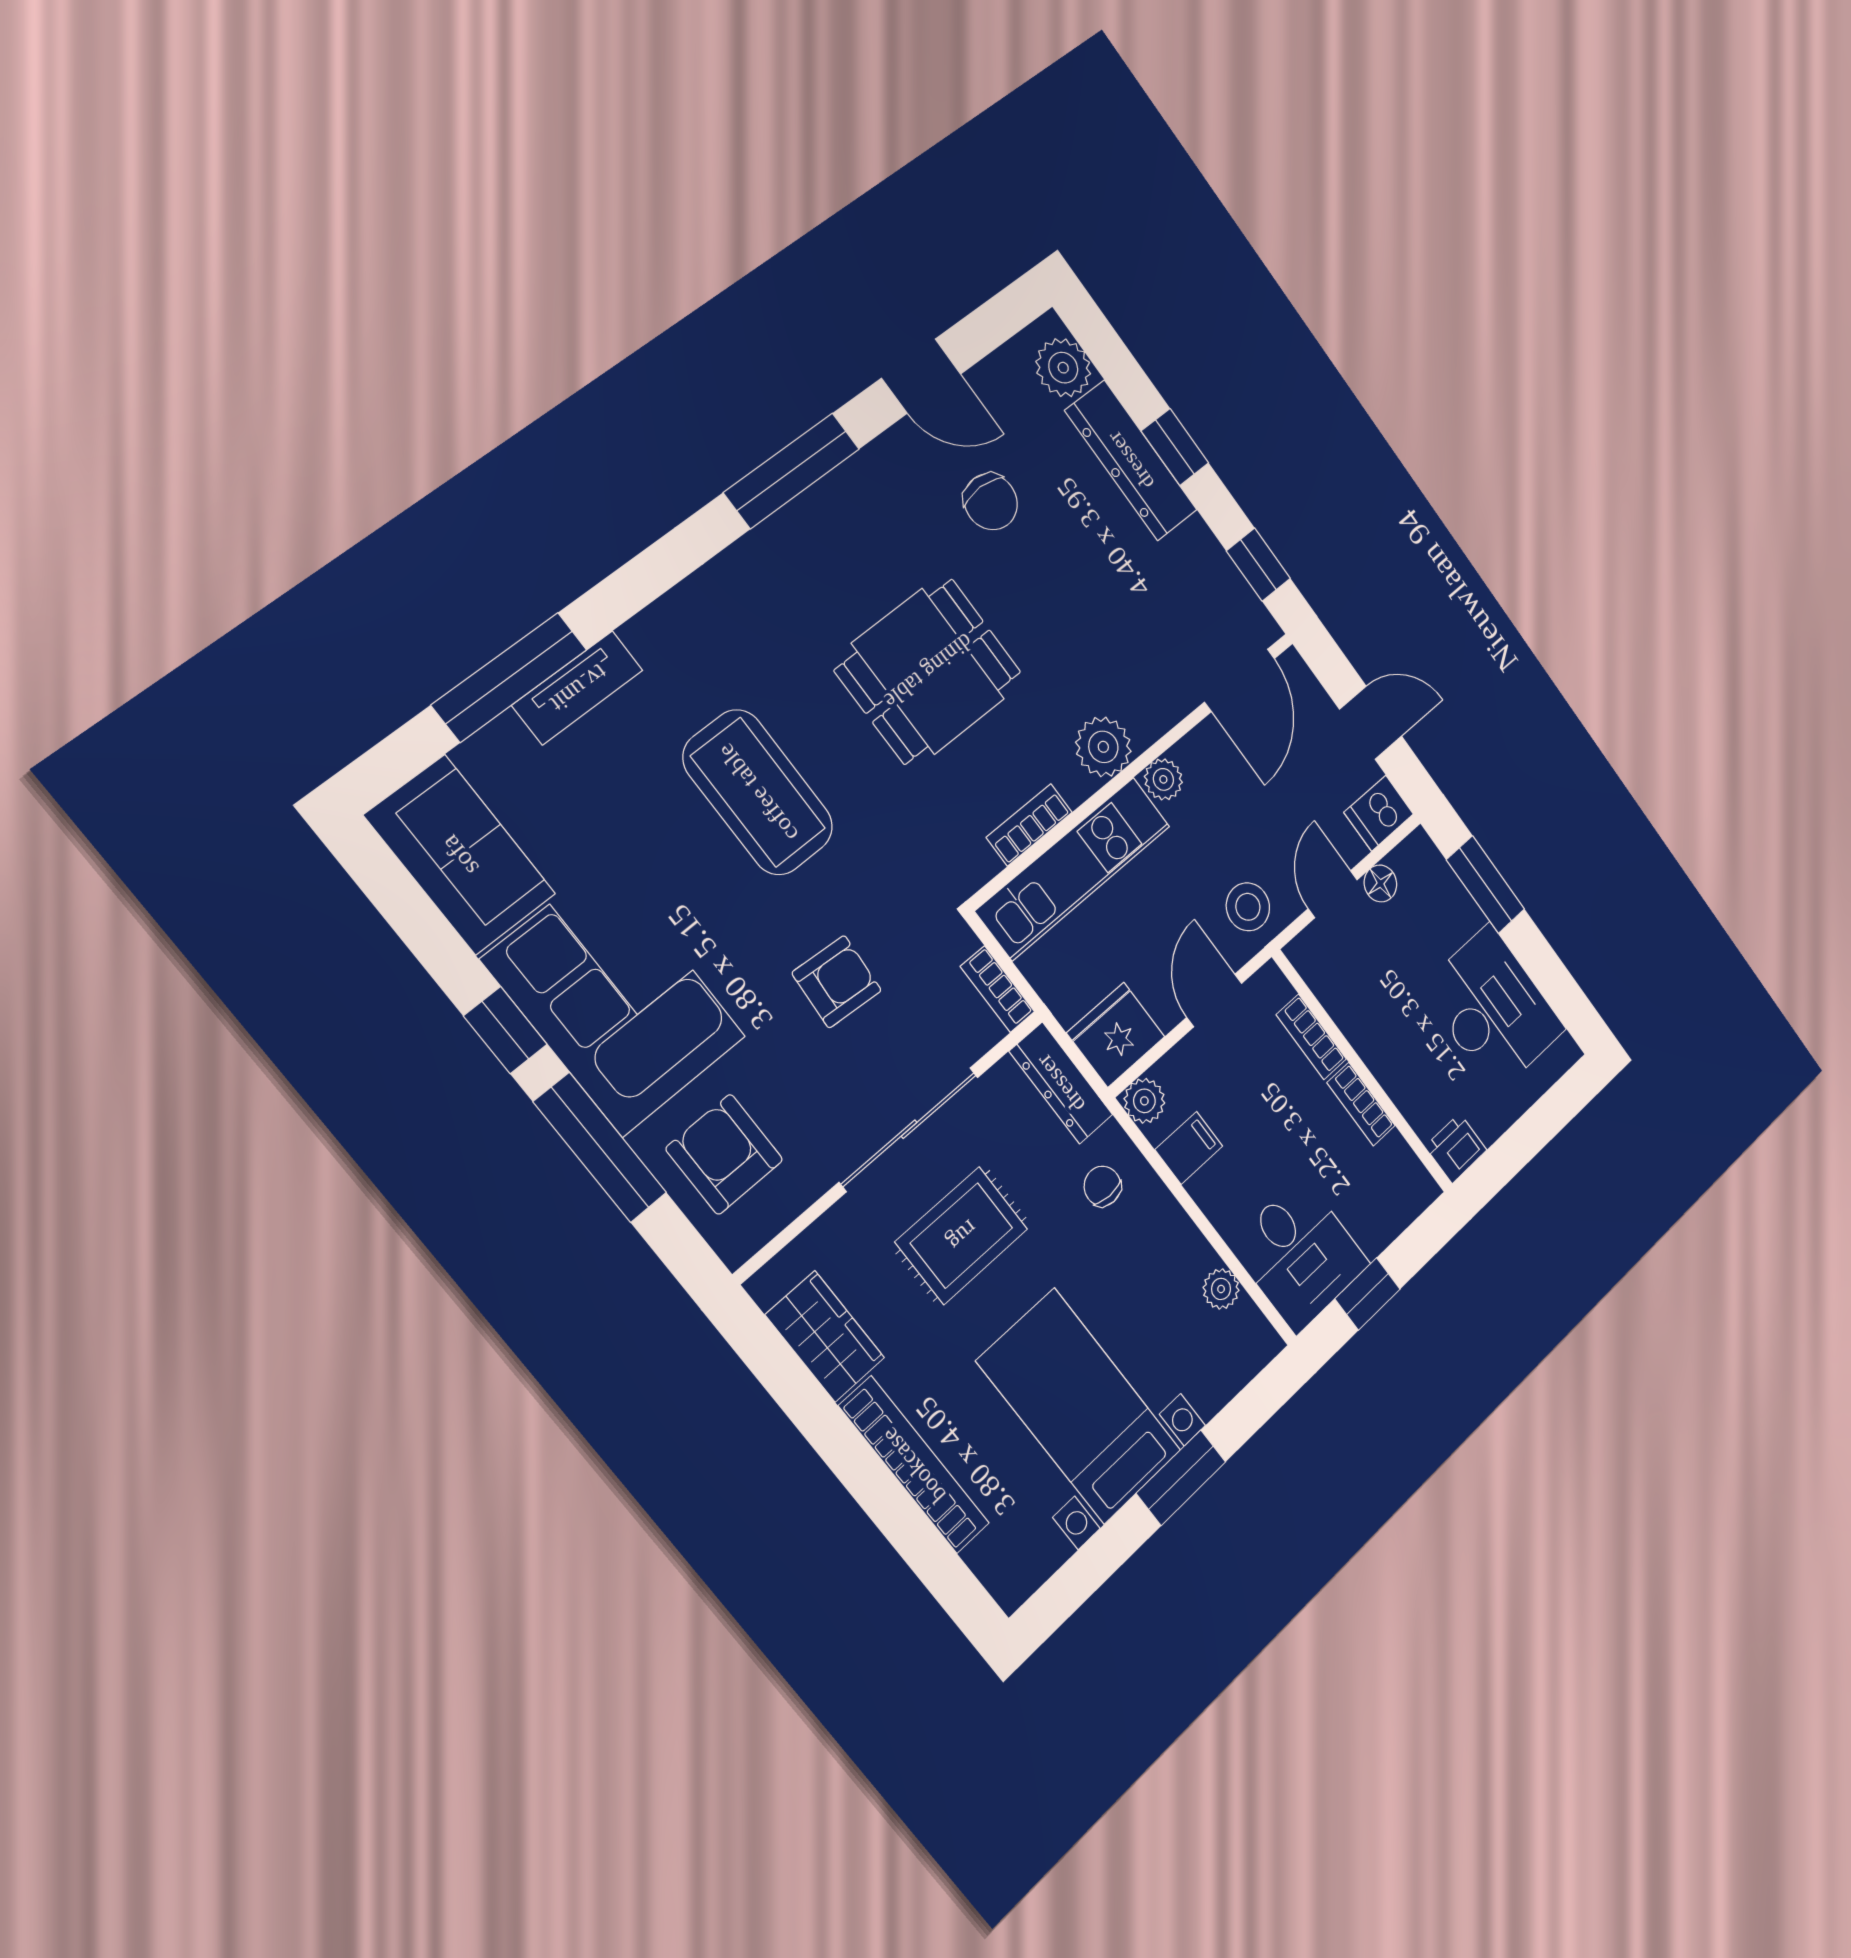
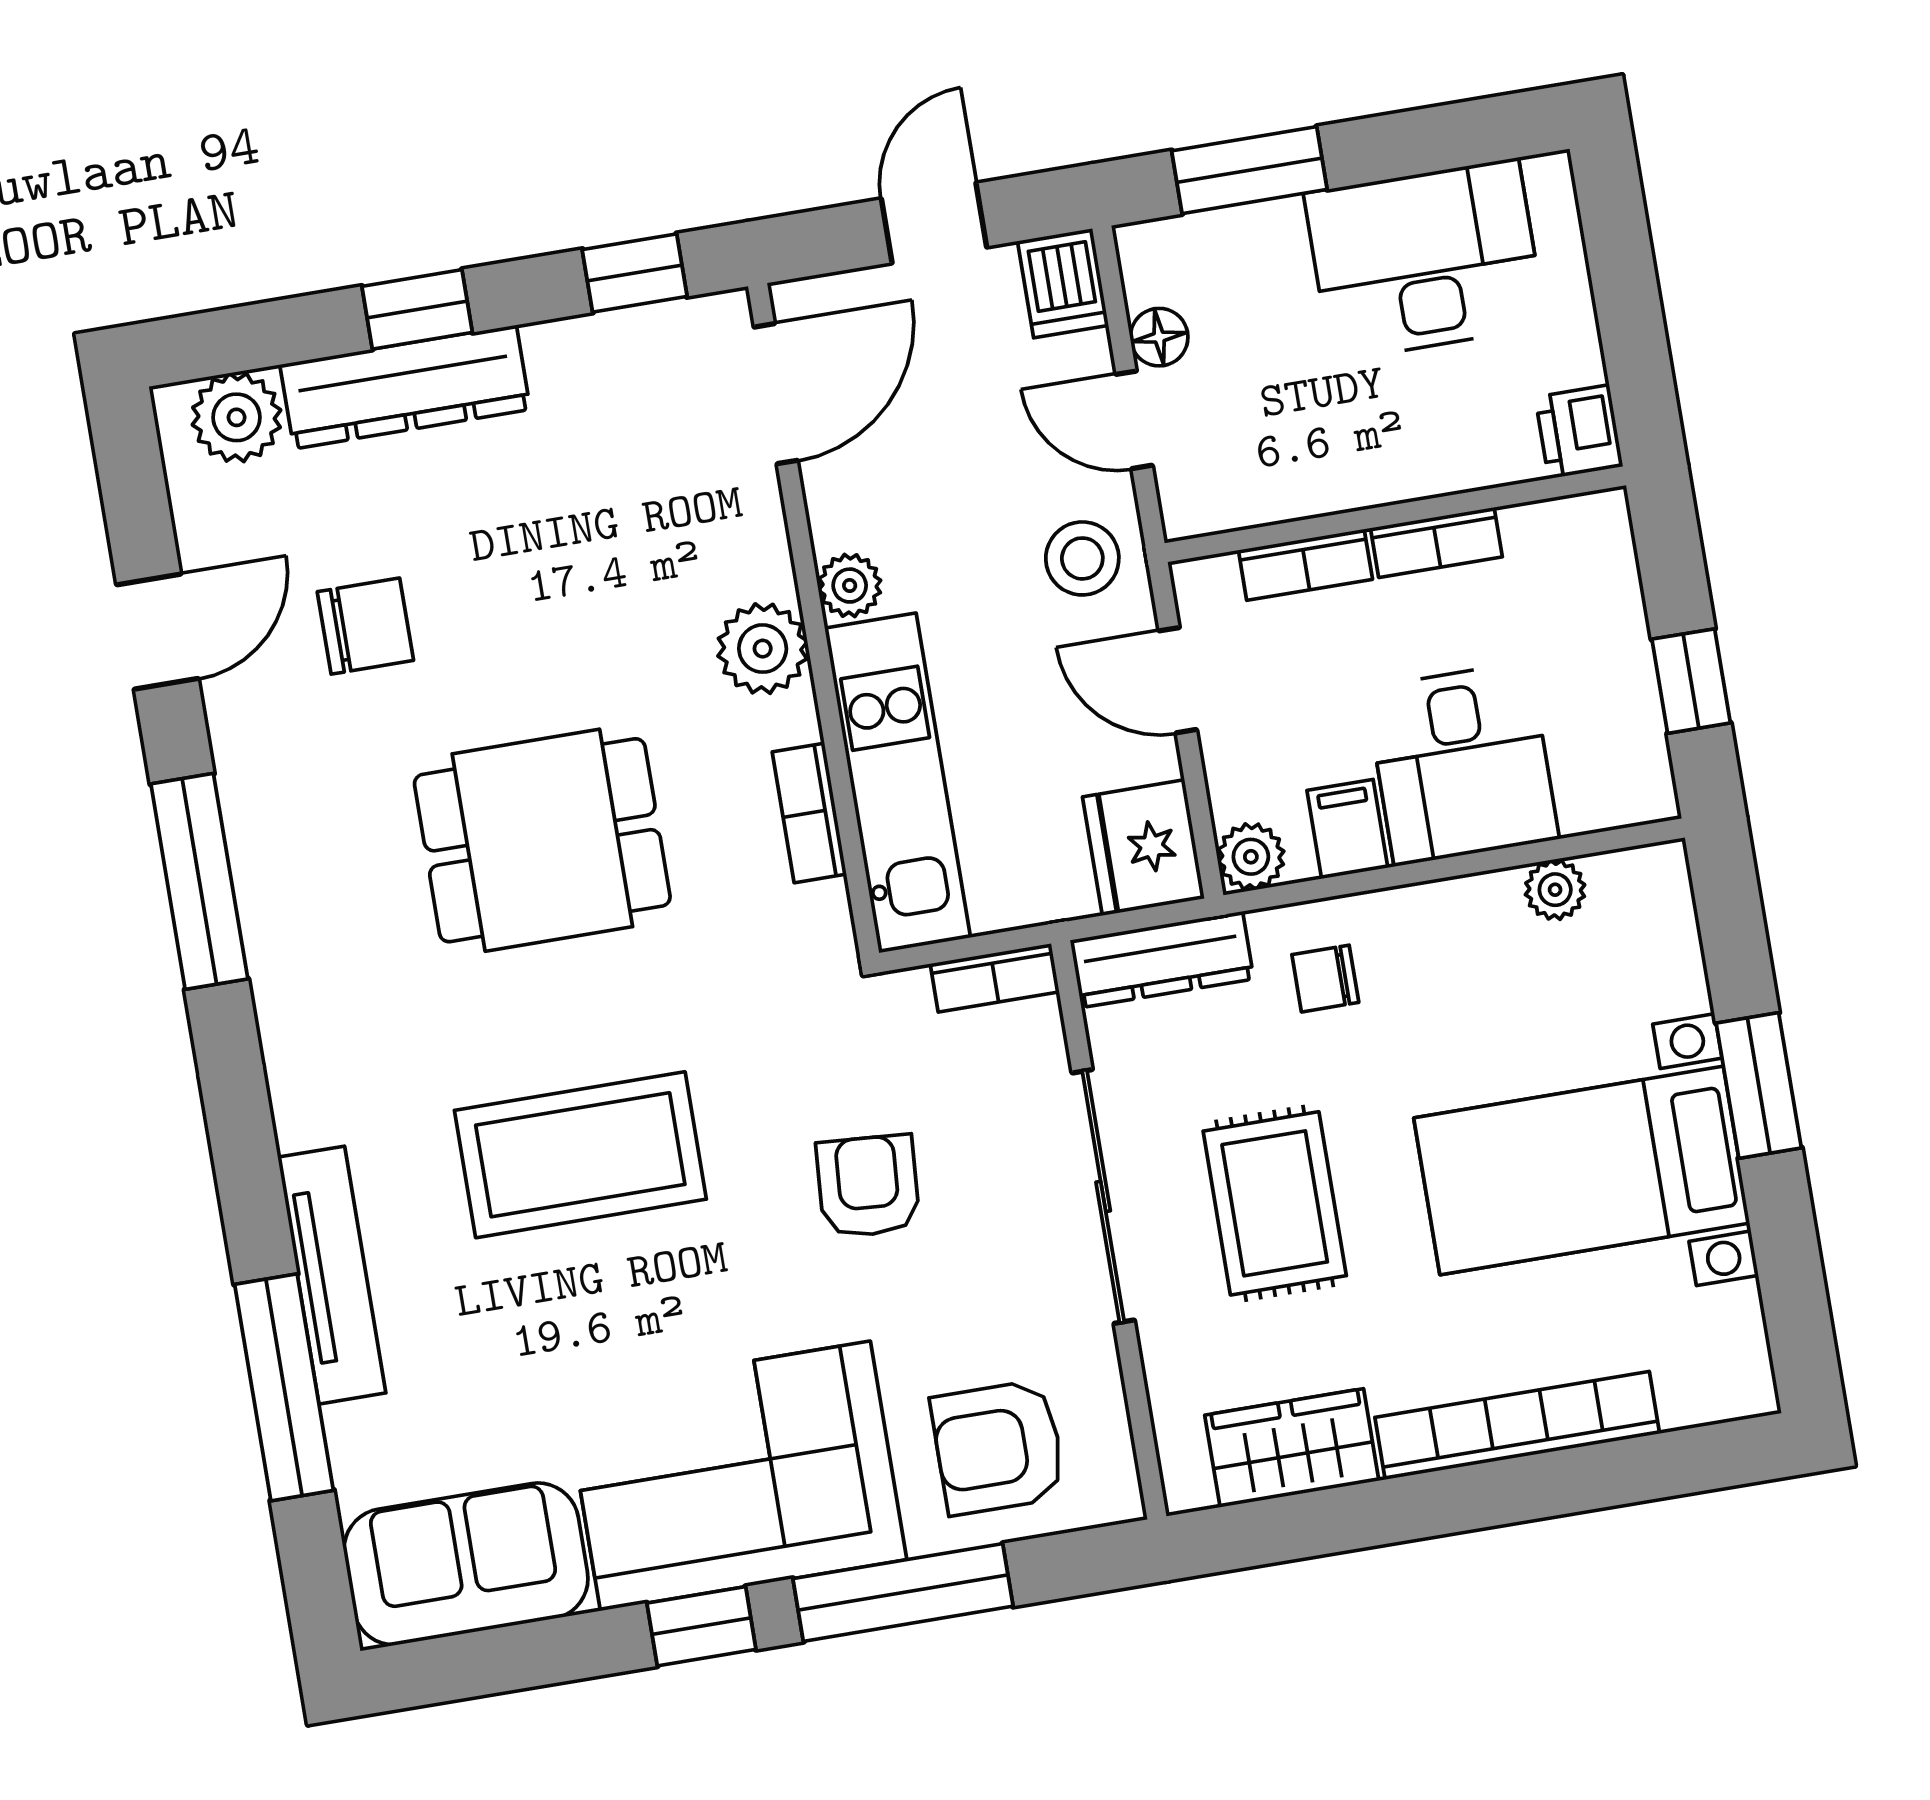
dining table: (928, 671) -> (542, 840), turned 90
door: (1240, 680) -> (776, 394), hinge flipped
tv unit: (578, 688) -> (332, 1275), width x1.41
desk: (1299, 1254) -> (1462, 764), moved, turned 90

